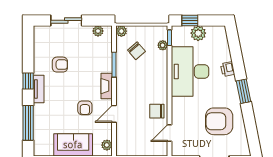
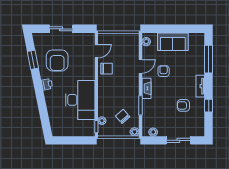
window: (190, 20) -> (80, 140), removed
plant: (198, 33) -> (74, 130), removed
printer: (228, 69) -> (47, 84), moved
window: (28, 81) -> (209, 106), moved
window: (244, 91) -> (33, 60), moved
armchair: (219, 121) -> (57, 60), turned 90

